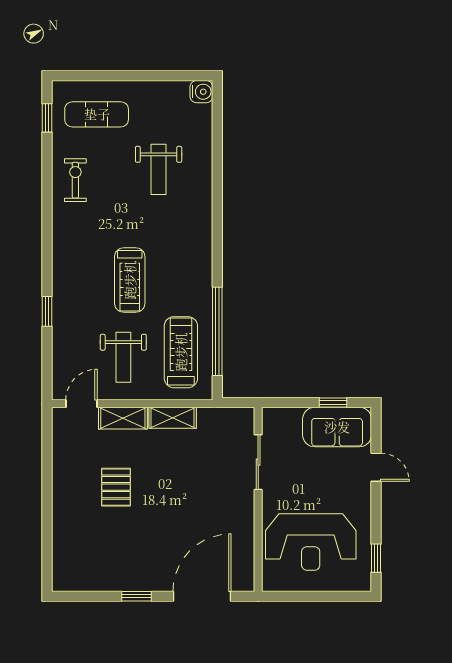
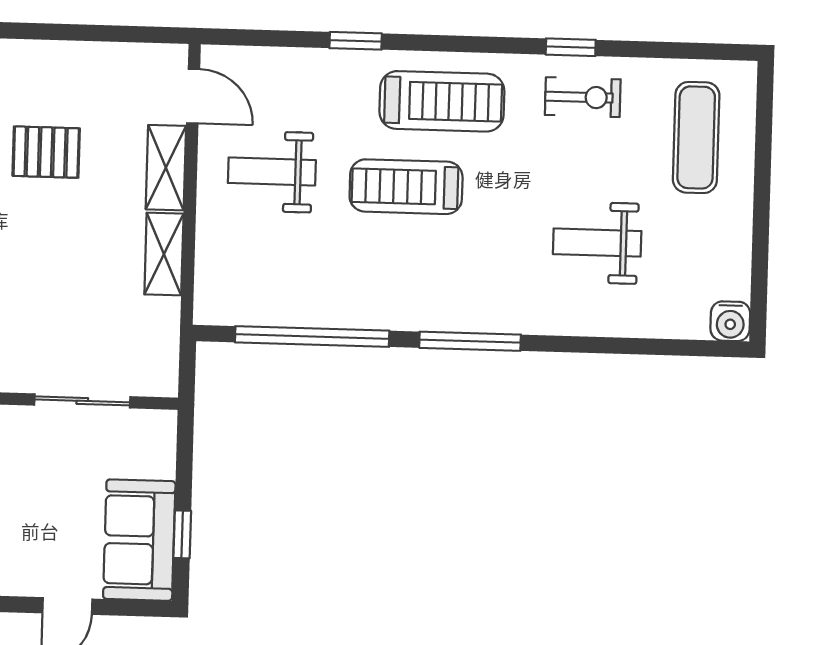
window: (47, 118) -> (571, 47), moved
window: (217, 241) -> (470, 341), added
treadmill: (181, 352) -> (442, 101), moved

